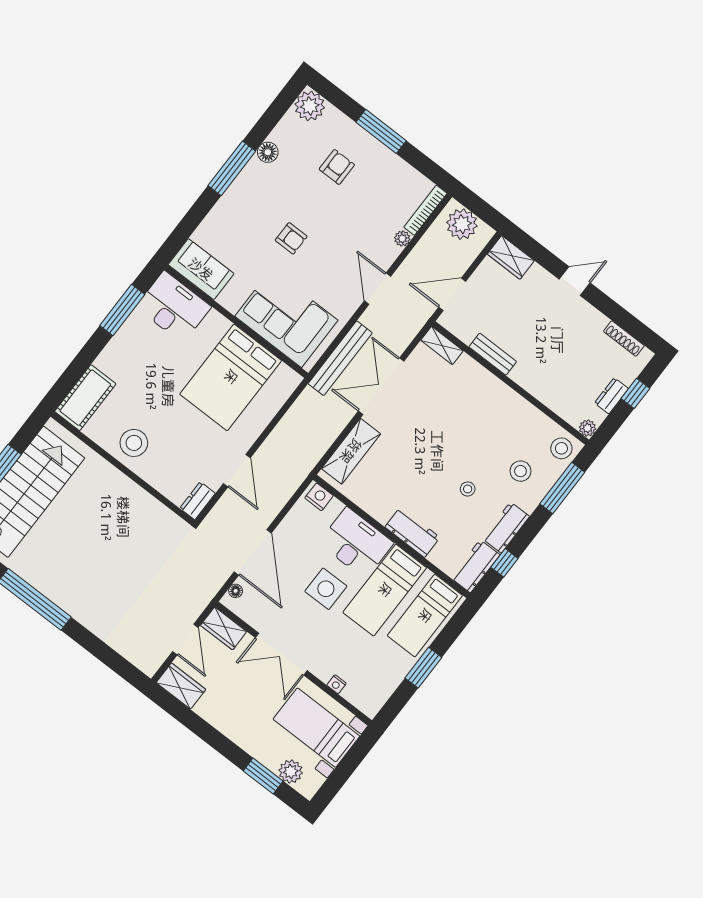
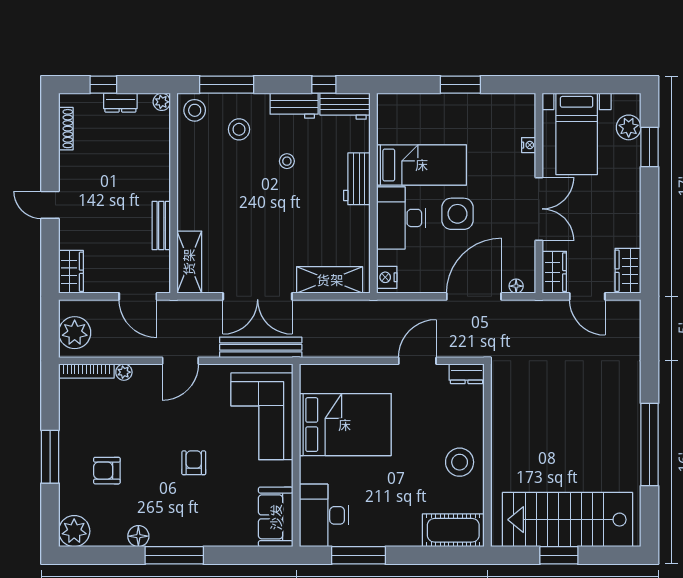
shelving: (442, 346) -> (189, 262), width x1.50, depth x1.33
bed: (425, 616) -> (417, 116), removed
door: (185, 639) -> (587, 296), swing flipped

